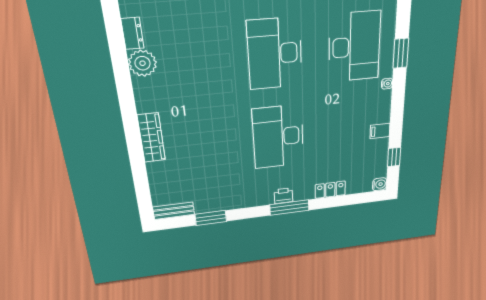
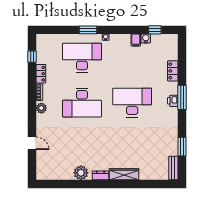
dresser: (132, 33) -> (100, 175), moved
desk: (278, 137) -> (132, 103), turned 180
water cooler: (379, 184) -> (146, 39), moved

